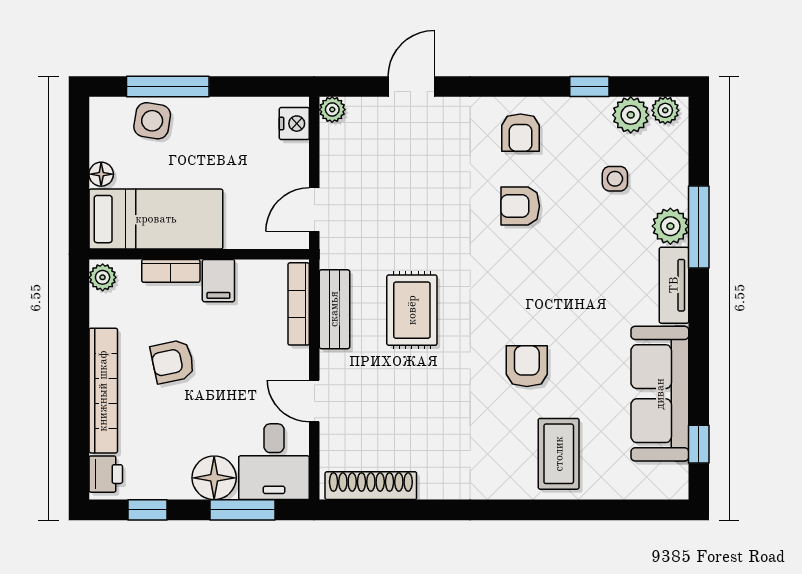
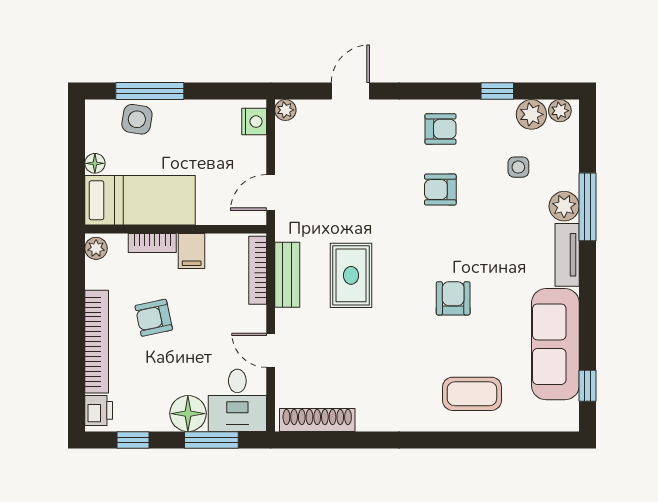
armchair: (520, 133) -> (441, 129), turned -90
armchair: (527, 366) -> (453, 298), moved
coffee table: (559, 454) -> (472, 394), turned 90

